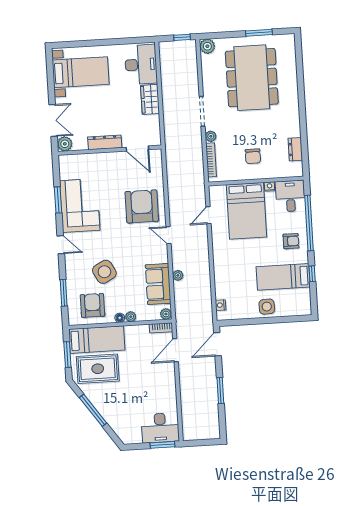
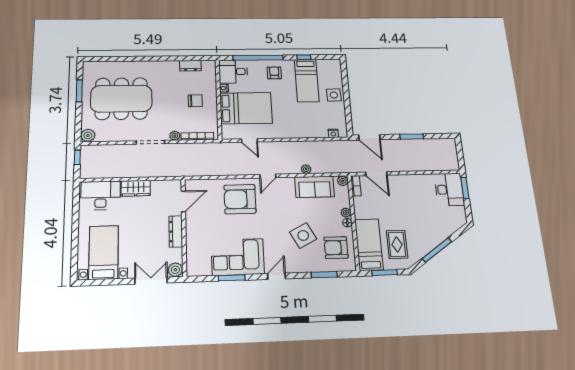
rug: (98, 369) -> (397, 244), width x0.73, depth x0.70

